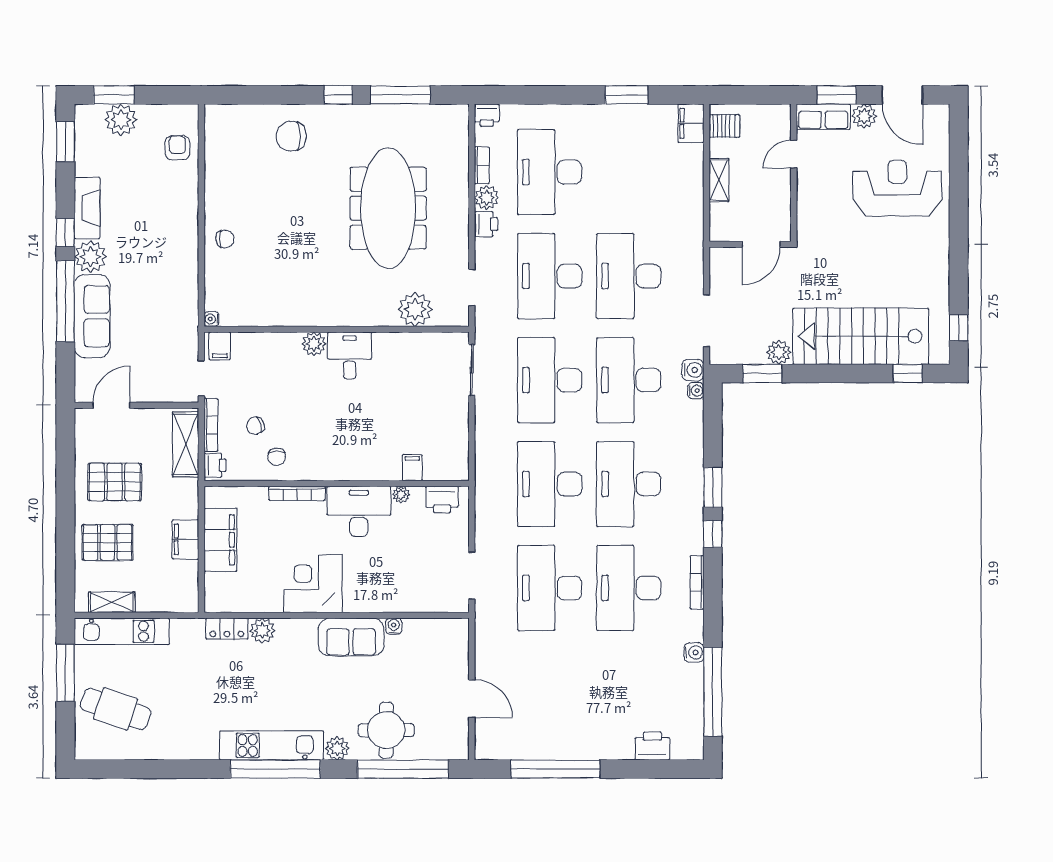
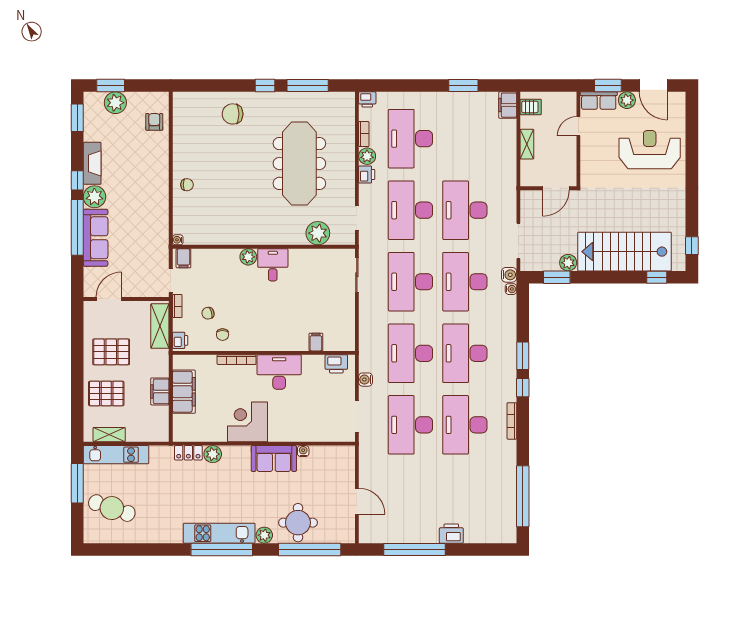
bookcase: (211, 425) -> (177, 306), width x0.64
plant: (401, 495) -> (308, 361), removed
water cooler: (694, 652) -> (366, 380), moved, turned 180
printer: (652, 746) -> (451, 534), moved

